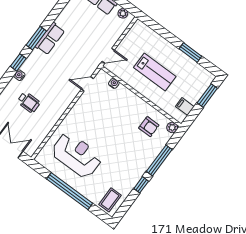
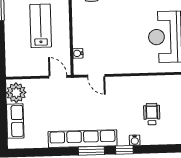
plant: (123, 13) -> (16, 93), width x1.88, depth x1.88
row of seats: (50, 39) -> (83, 139), width x2.02

